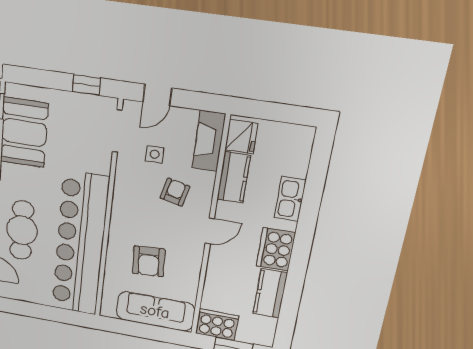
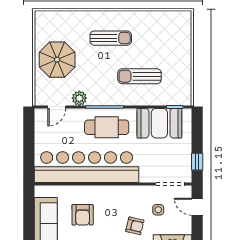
cafe table: (22, 230) -> (107, 127), moved
armchair: (149, 261) -> (83, 215), turned -86

